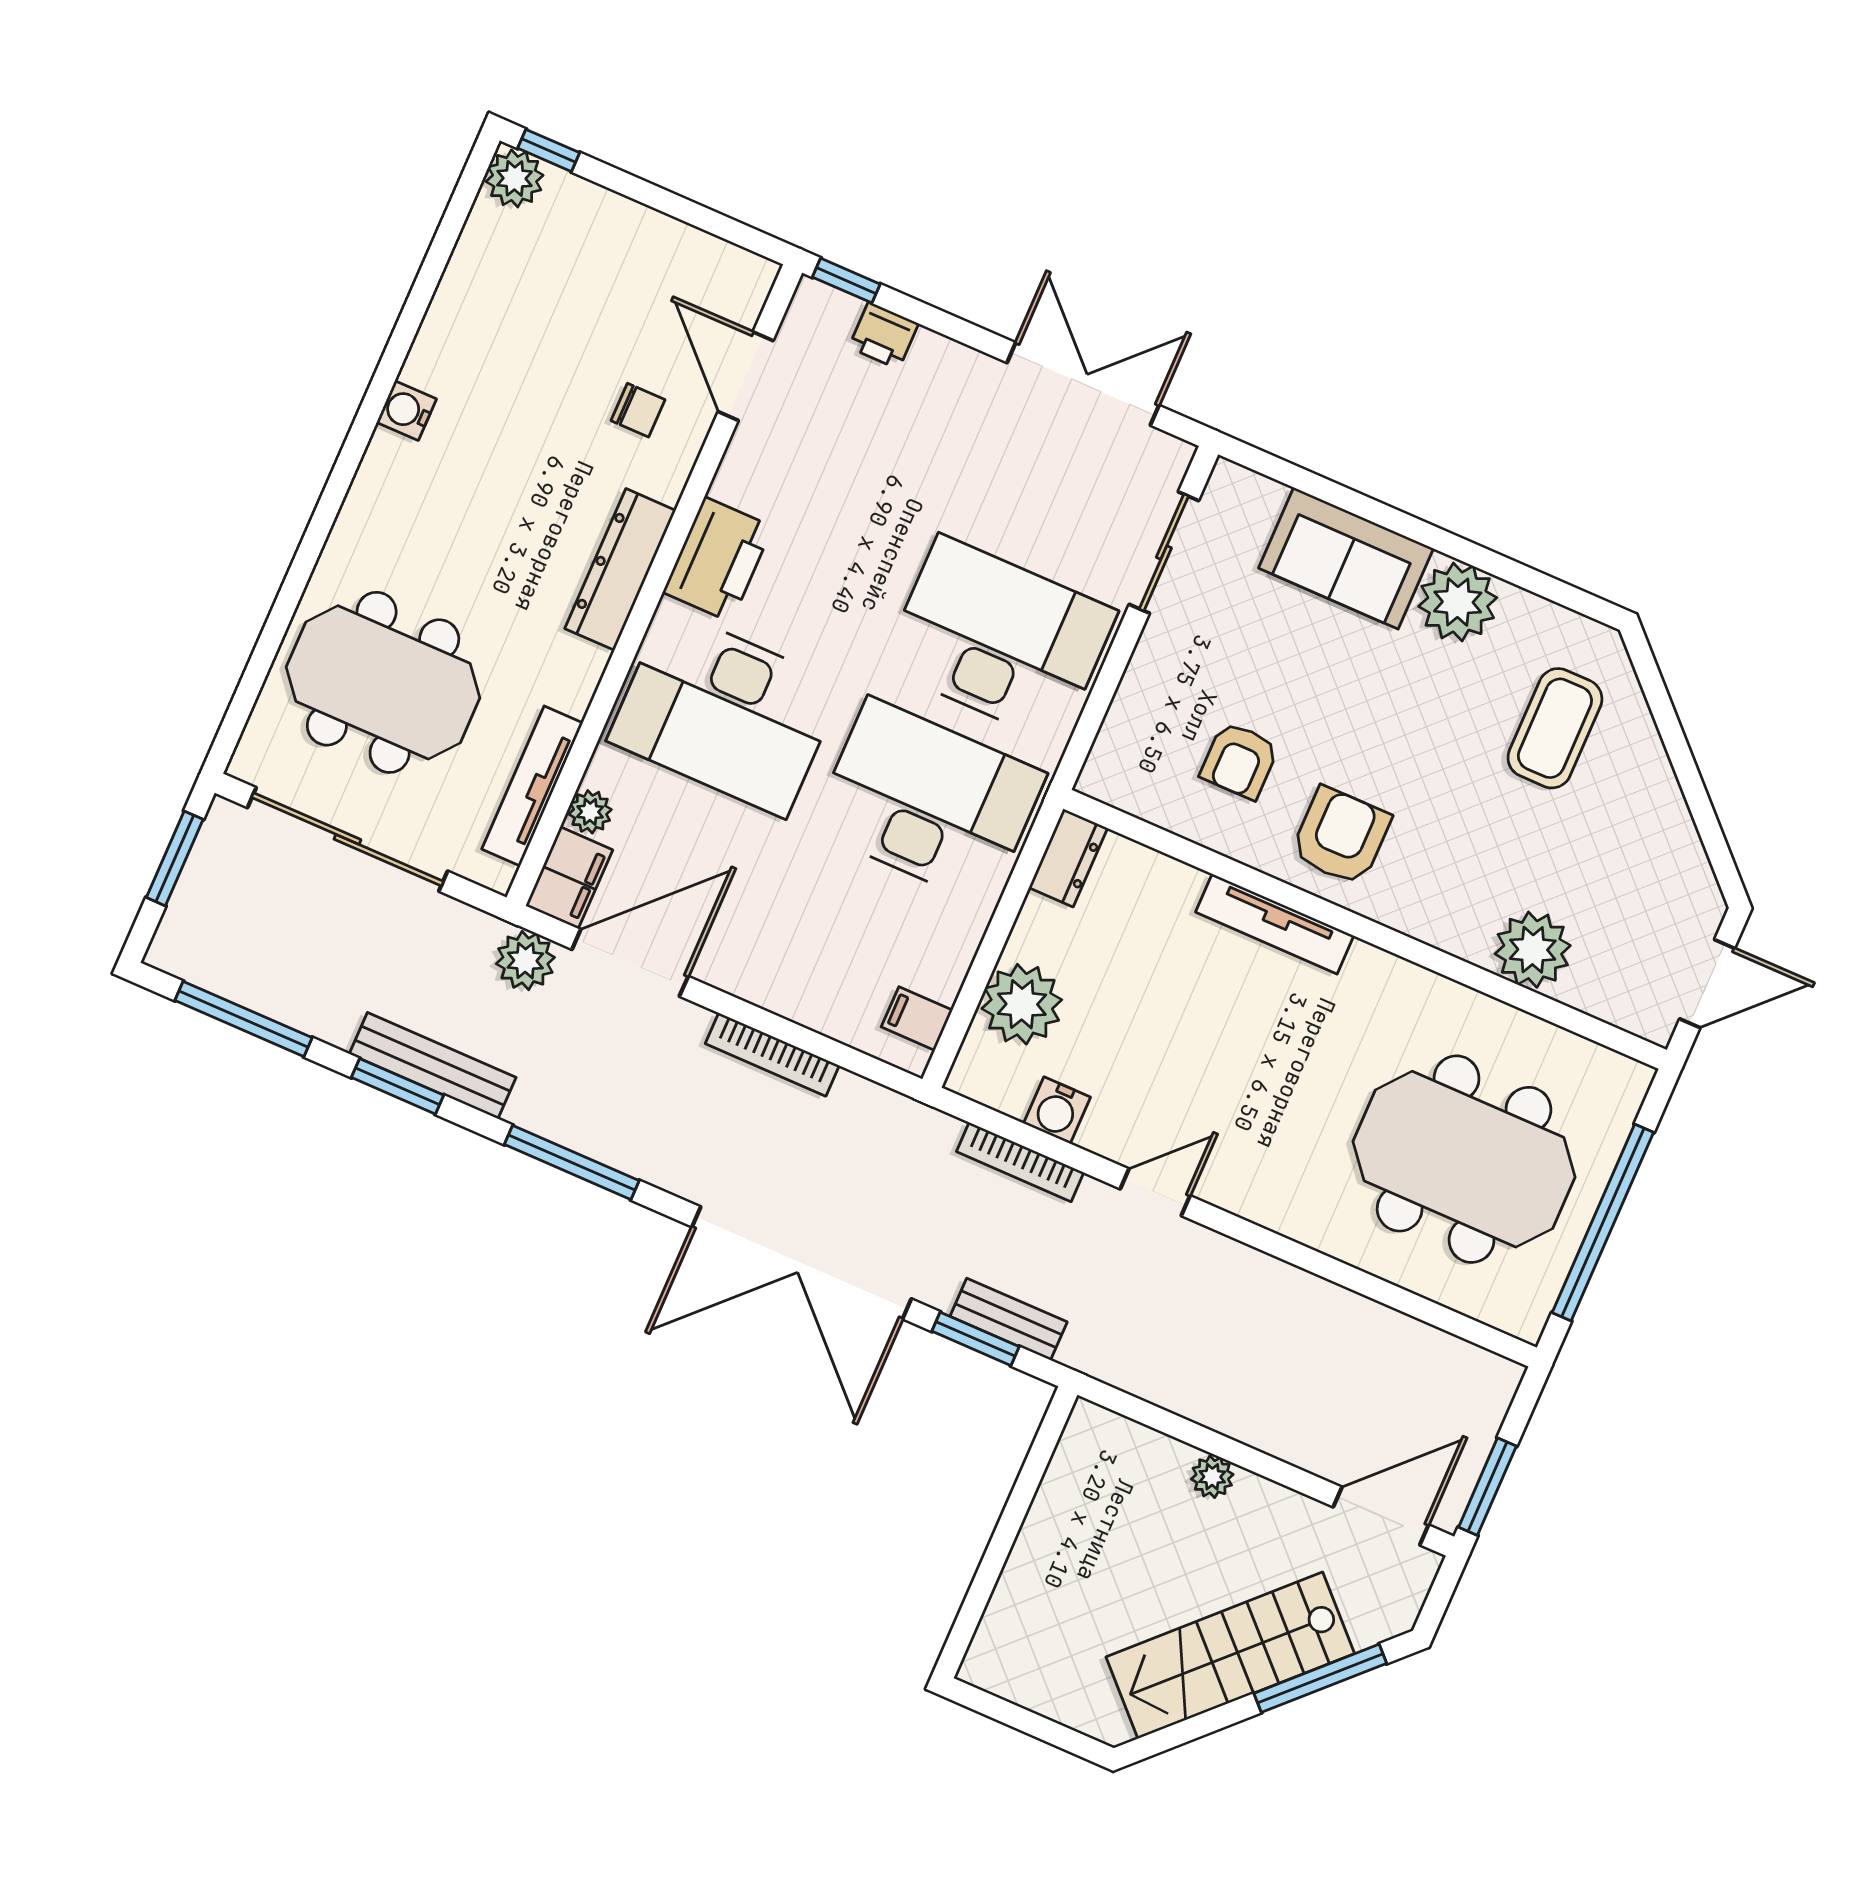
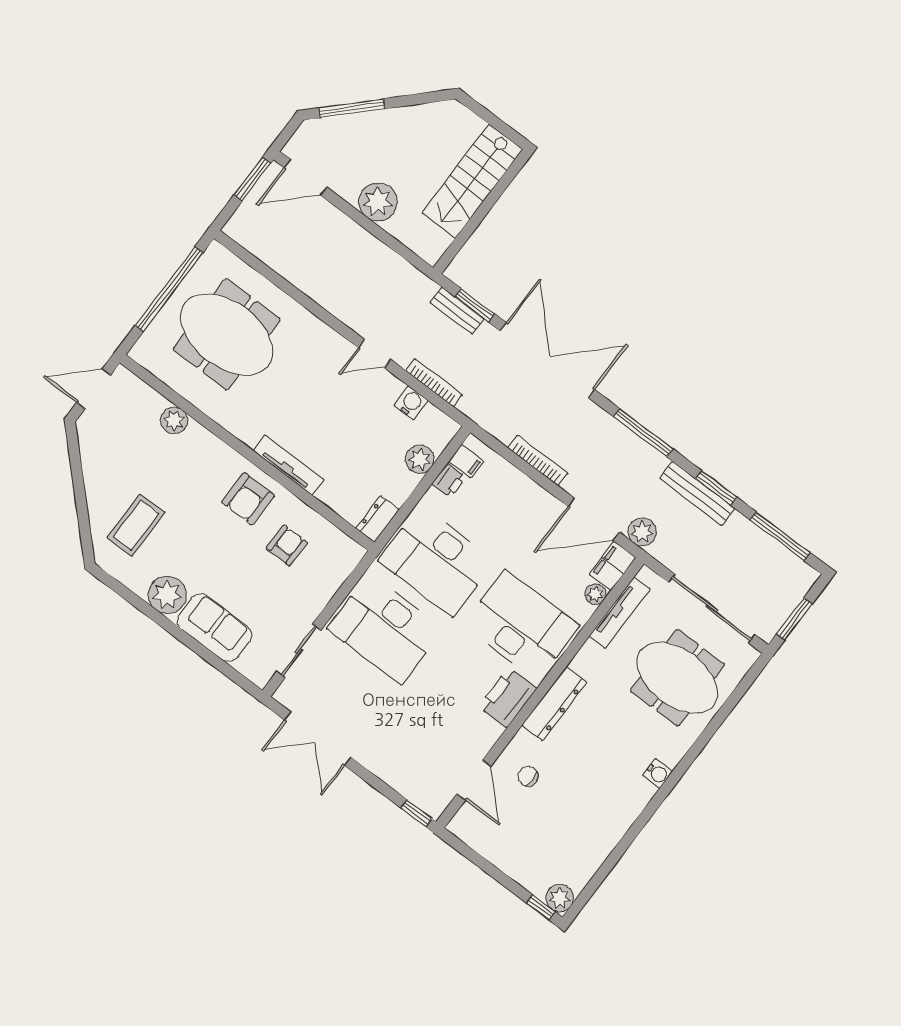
printer: (884, 335) -> (449, 480), moved, turned 90
water cooler: (407, 411) -> (658, 773), moved
plant: (1533, 950) -> (174, 420), width x0.73, depth x0.73
plant: (1022, 1004) -> (420, 459), width x0.73, depth x0.73
plant: (1212, 1477) -> (378, 202), width x1.87, depth x1.87
stairs: (1230, 1655) -> (472, 181), moved, turned 135

